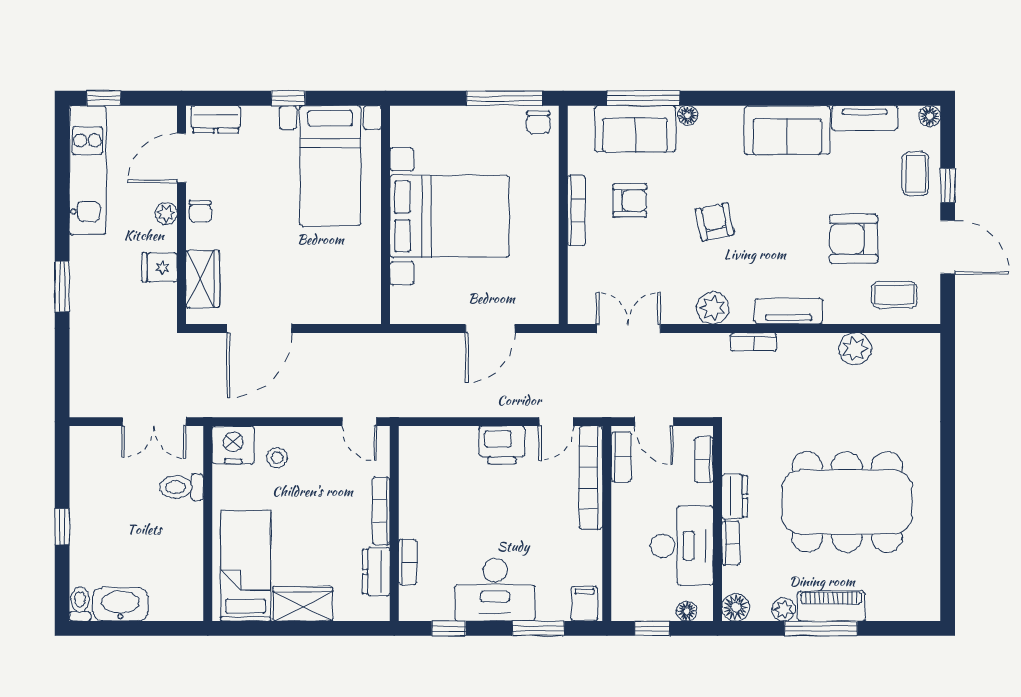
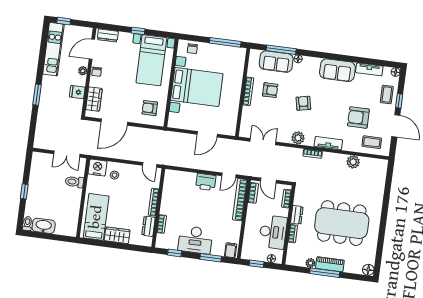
chair: (538, 122) -> (192, 49), moved
armchair: (341, 283) -> (150, 108), added
floor lamp: (736, 607) -> (368, 270), moved

